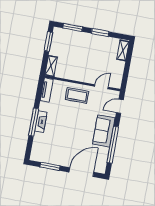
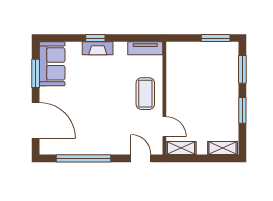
shelving: (51, 66) -> (181, 148), moved
window: (34, 122) -> (95, 38), width x0.46
sofa: (104, 131) -> (52, 64), moved, turned 90

